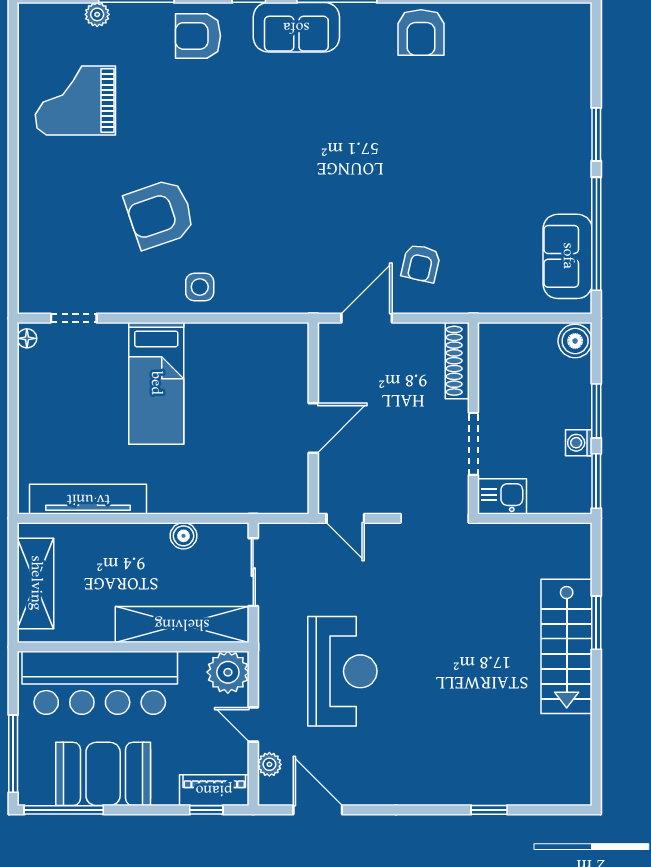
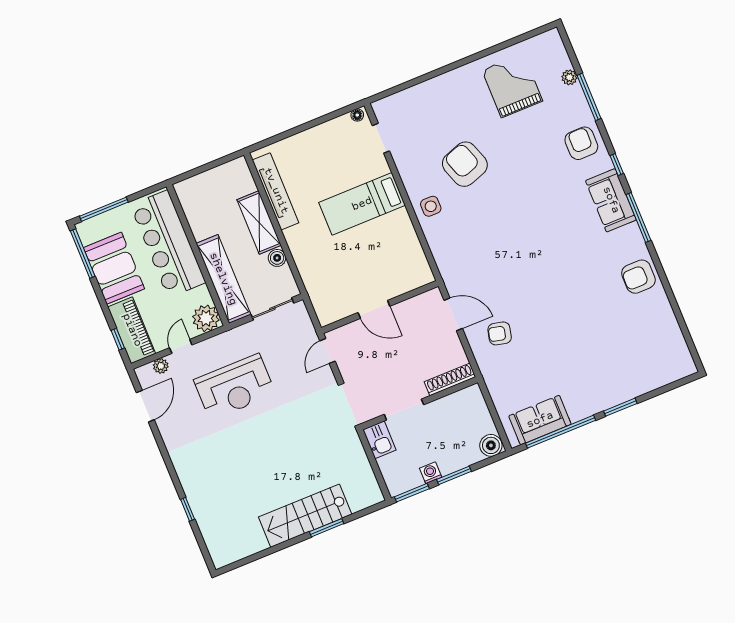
shelving: (36, 583) -> (259, 222), moved, turned 90
piano: (214, 790) -> (132, 330), width x1.37, depth x1.33

